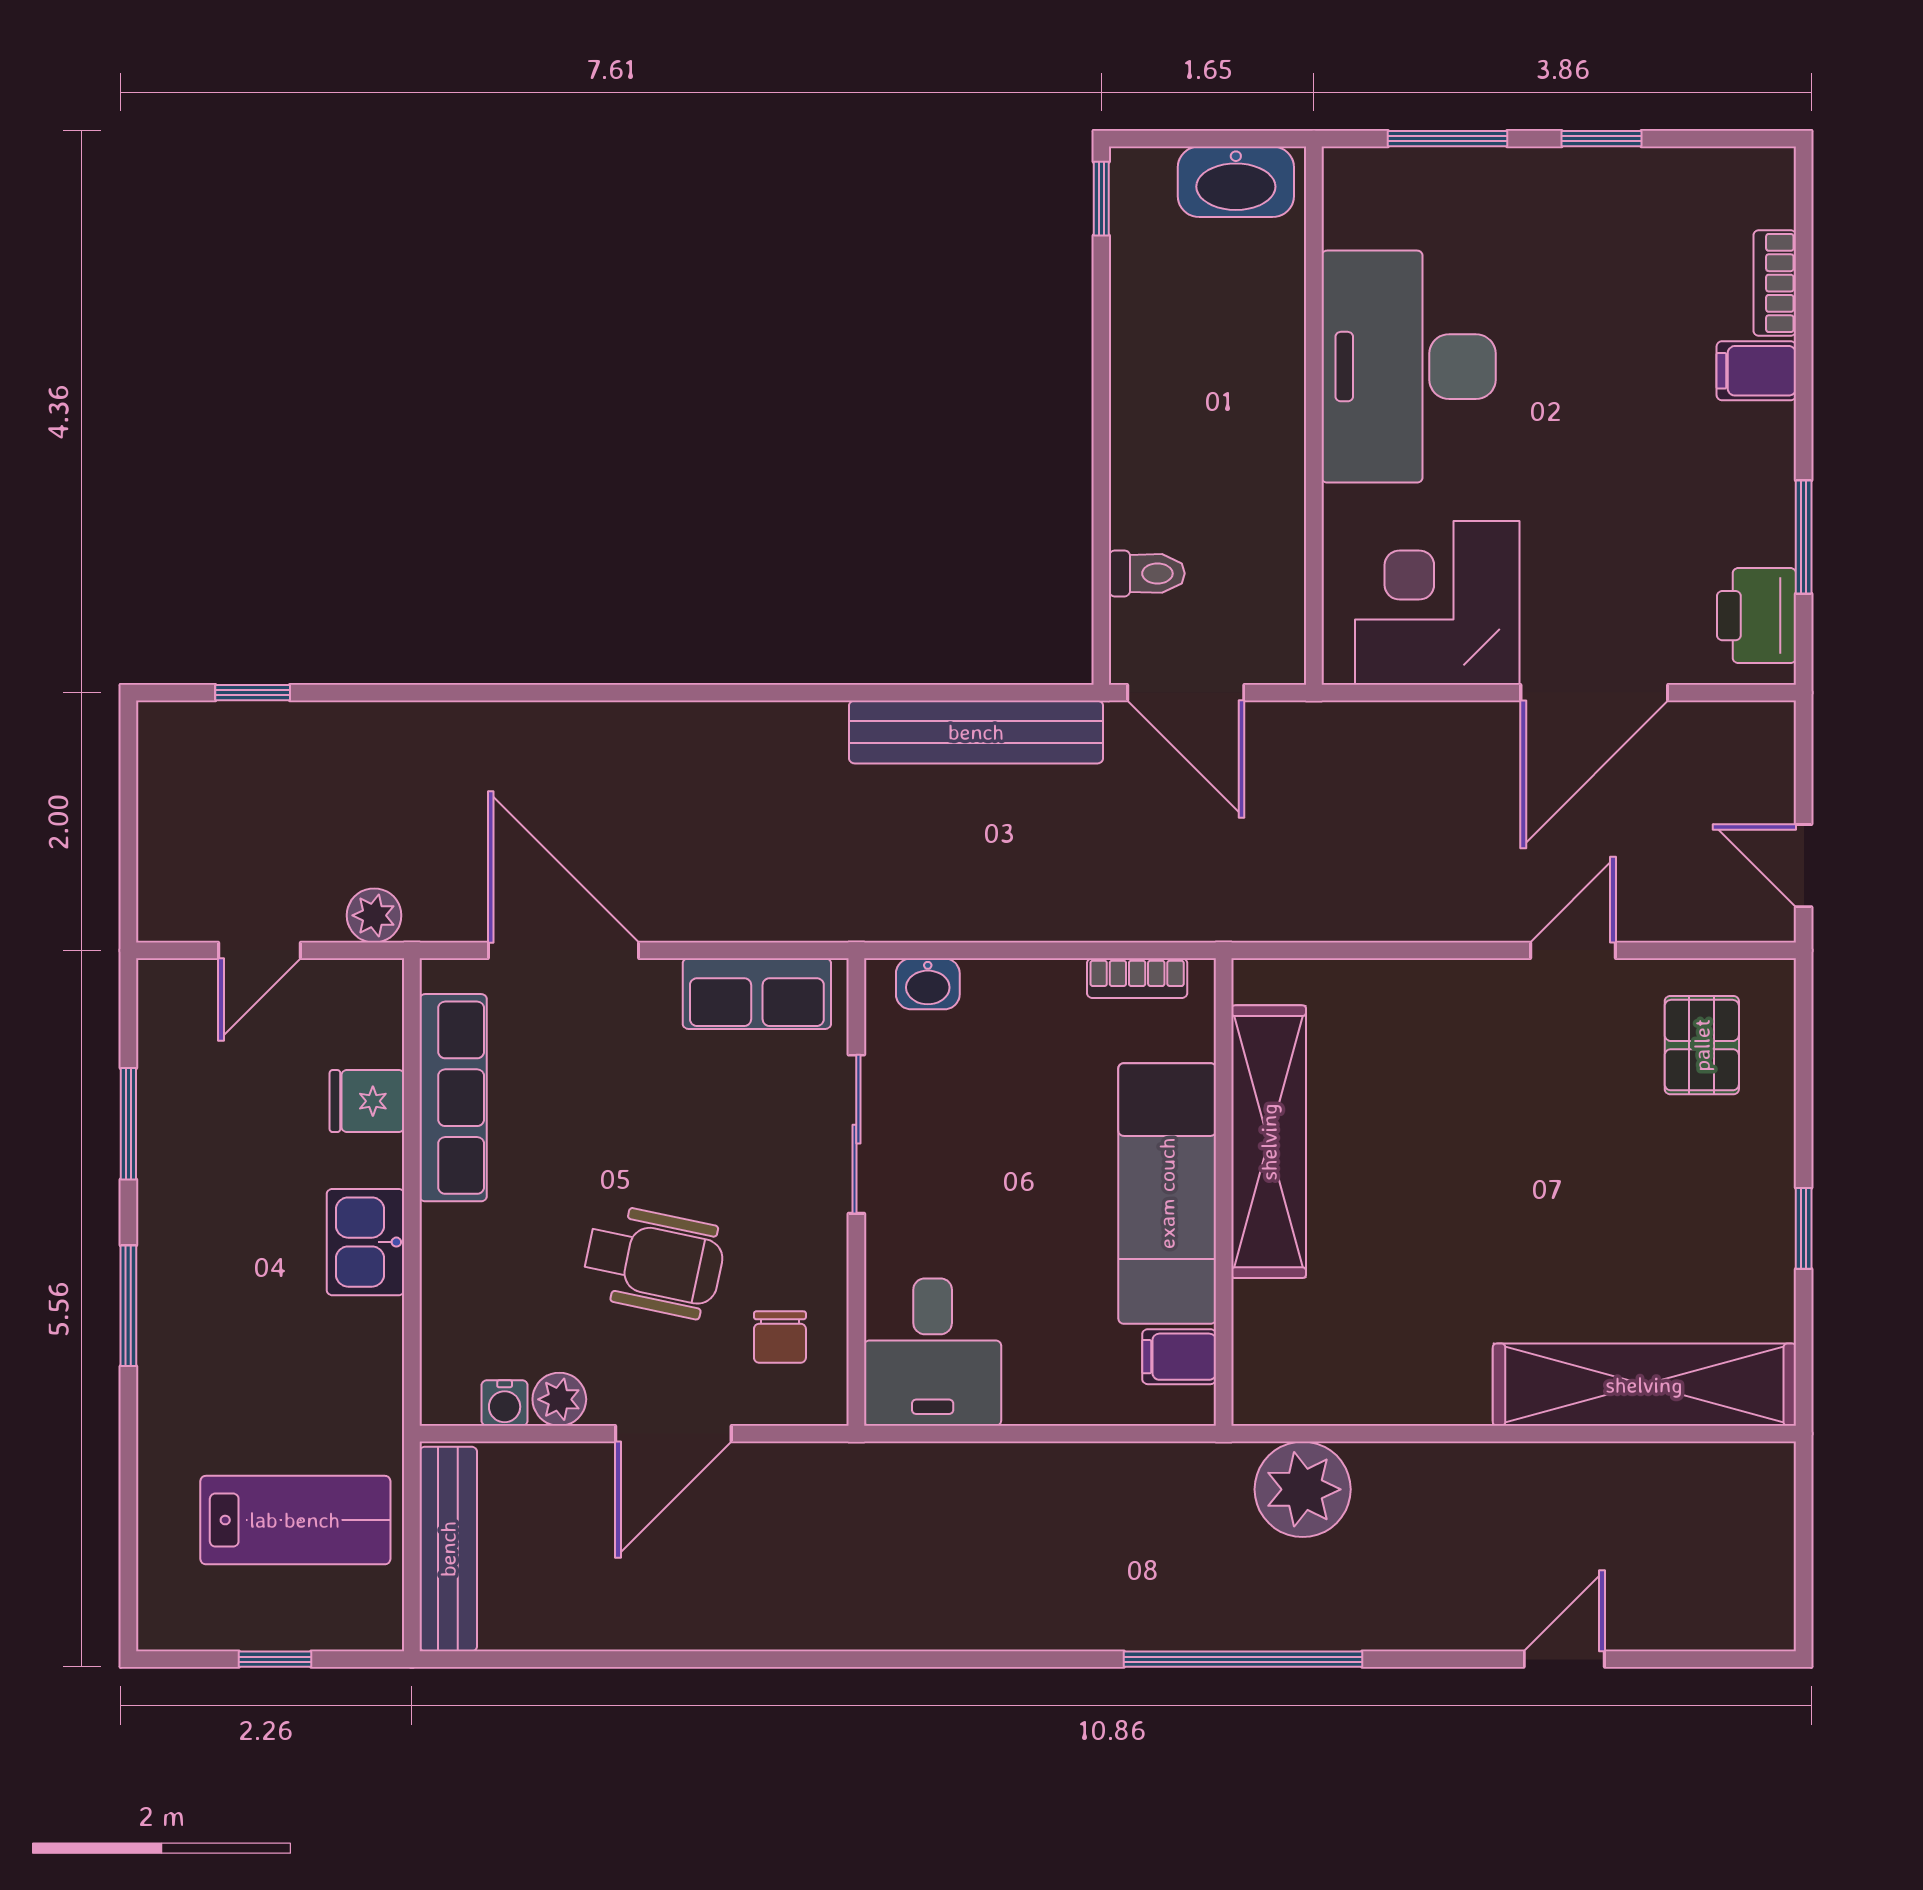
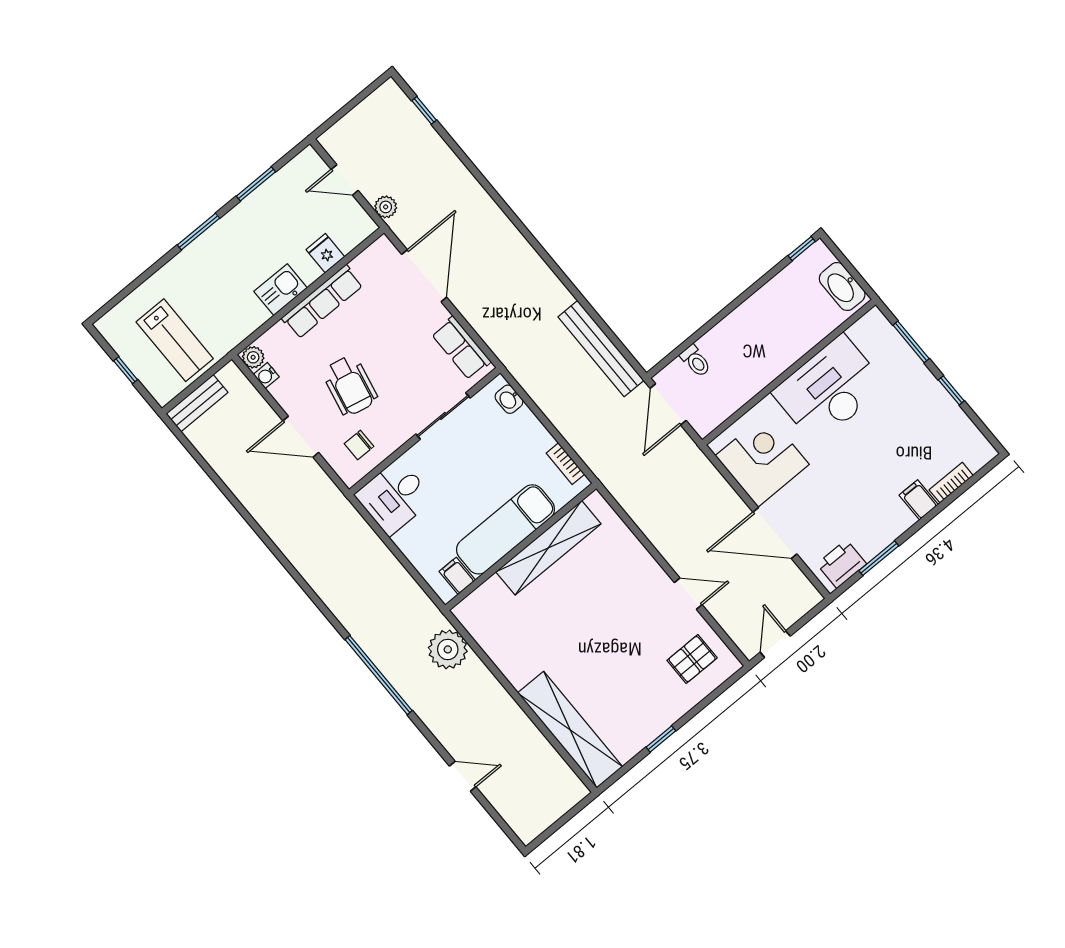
row of seats: (453, 1098) -> (322, 302), moved
plant: (559, 1399) -> (253, 357), moved
bench: (448, 1549) -> (197, 403), width x0.73

